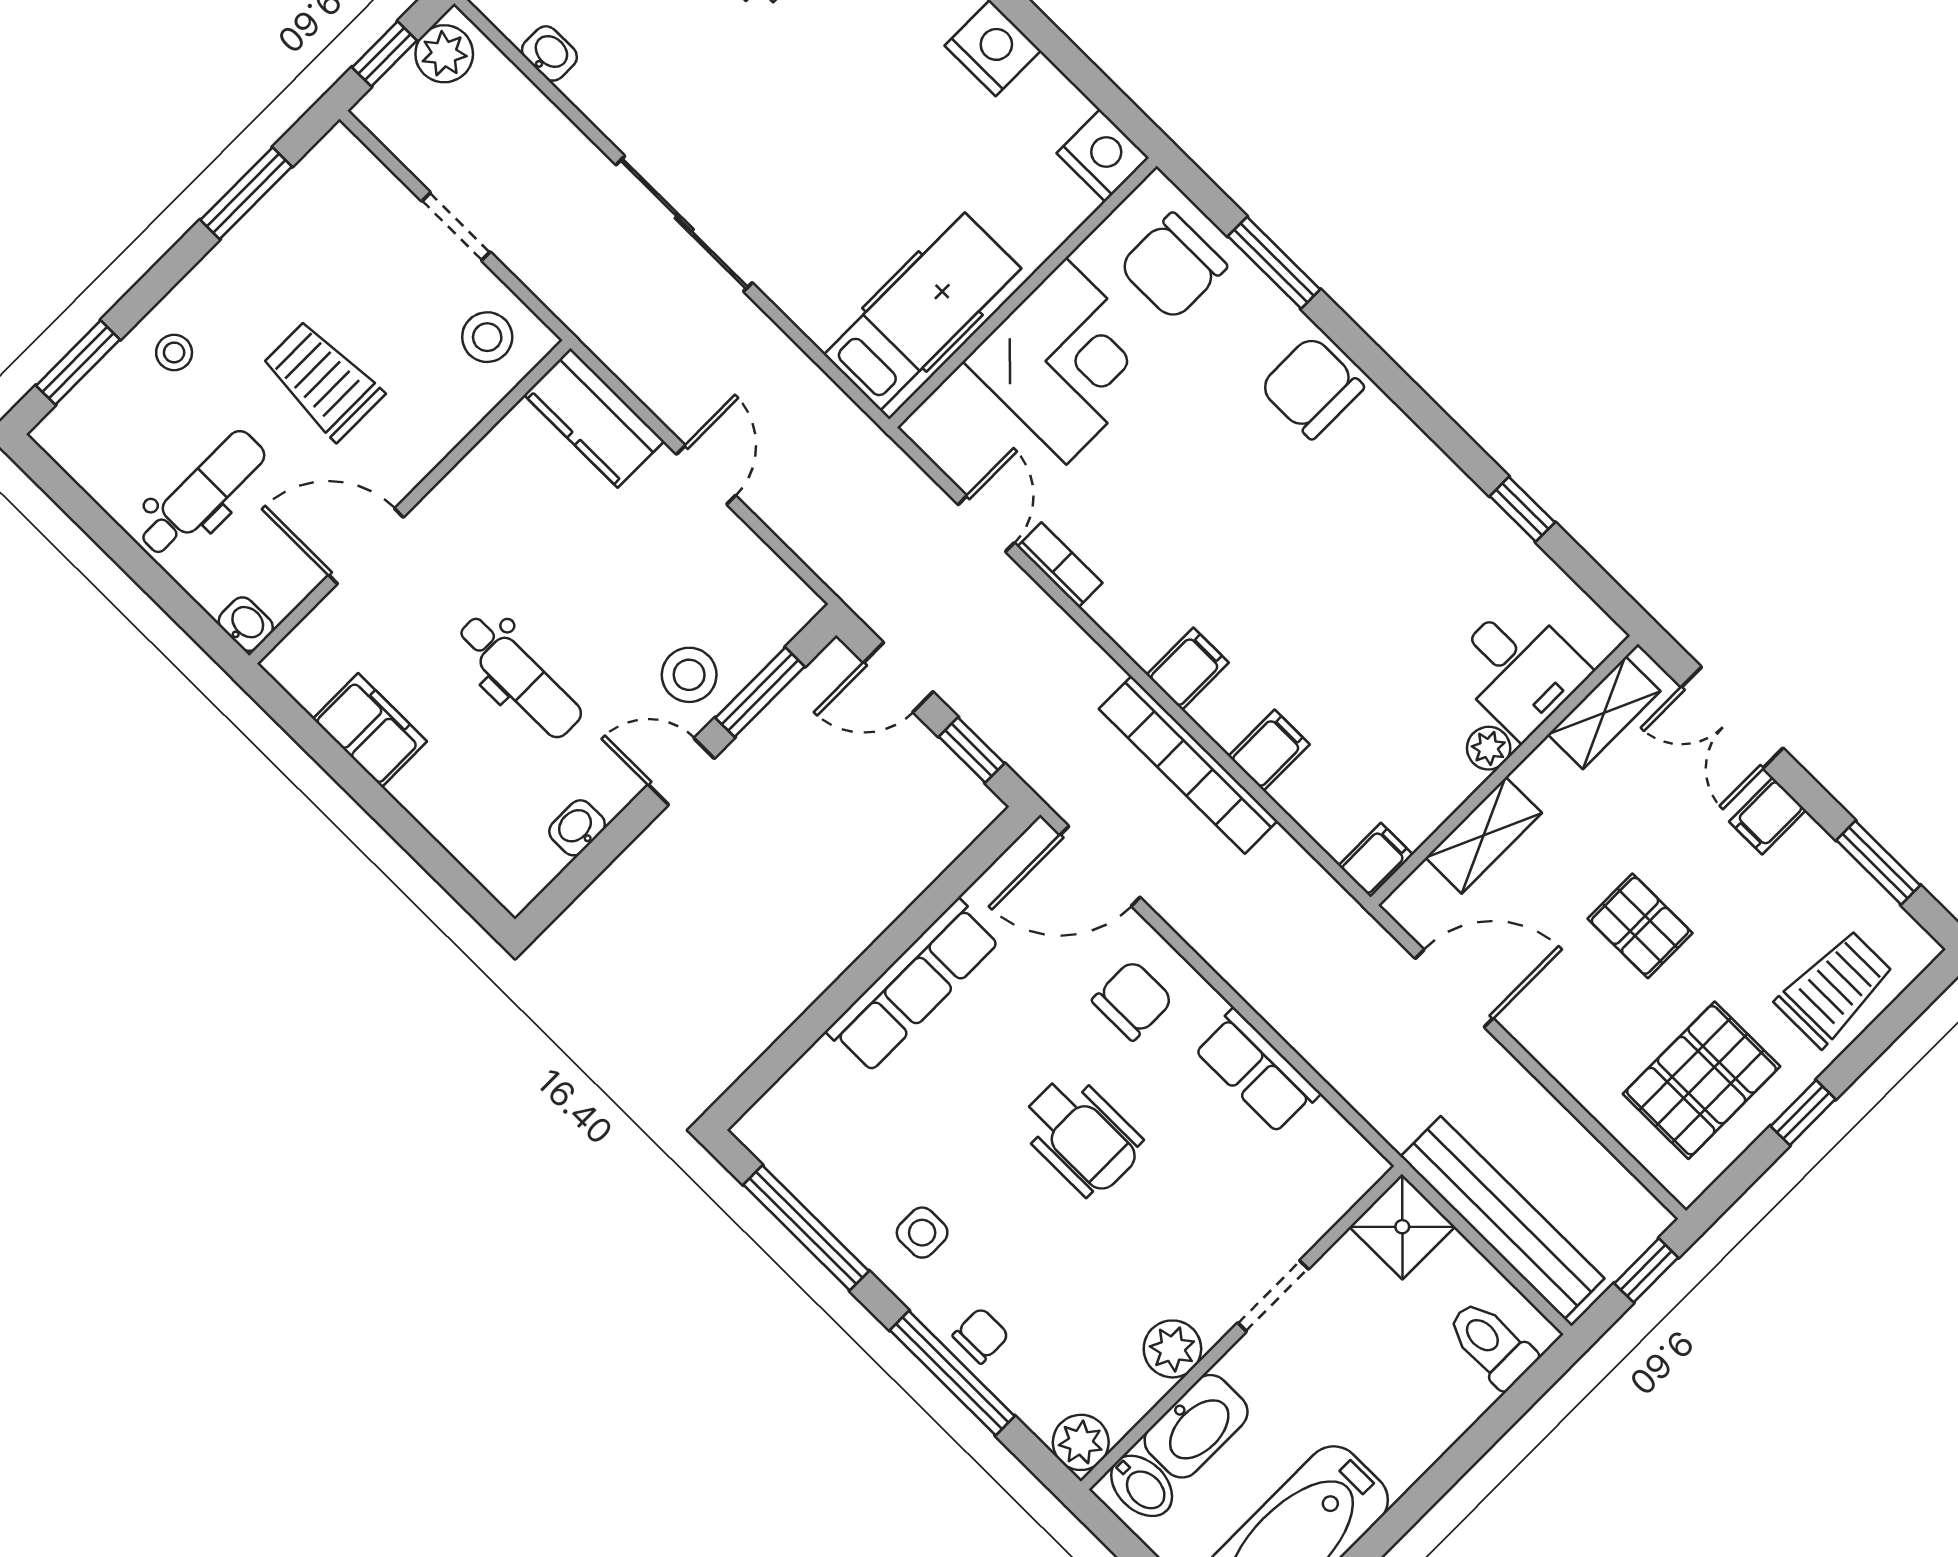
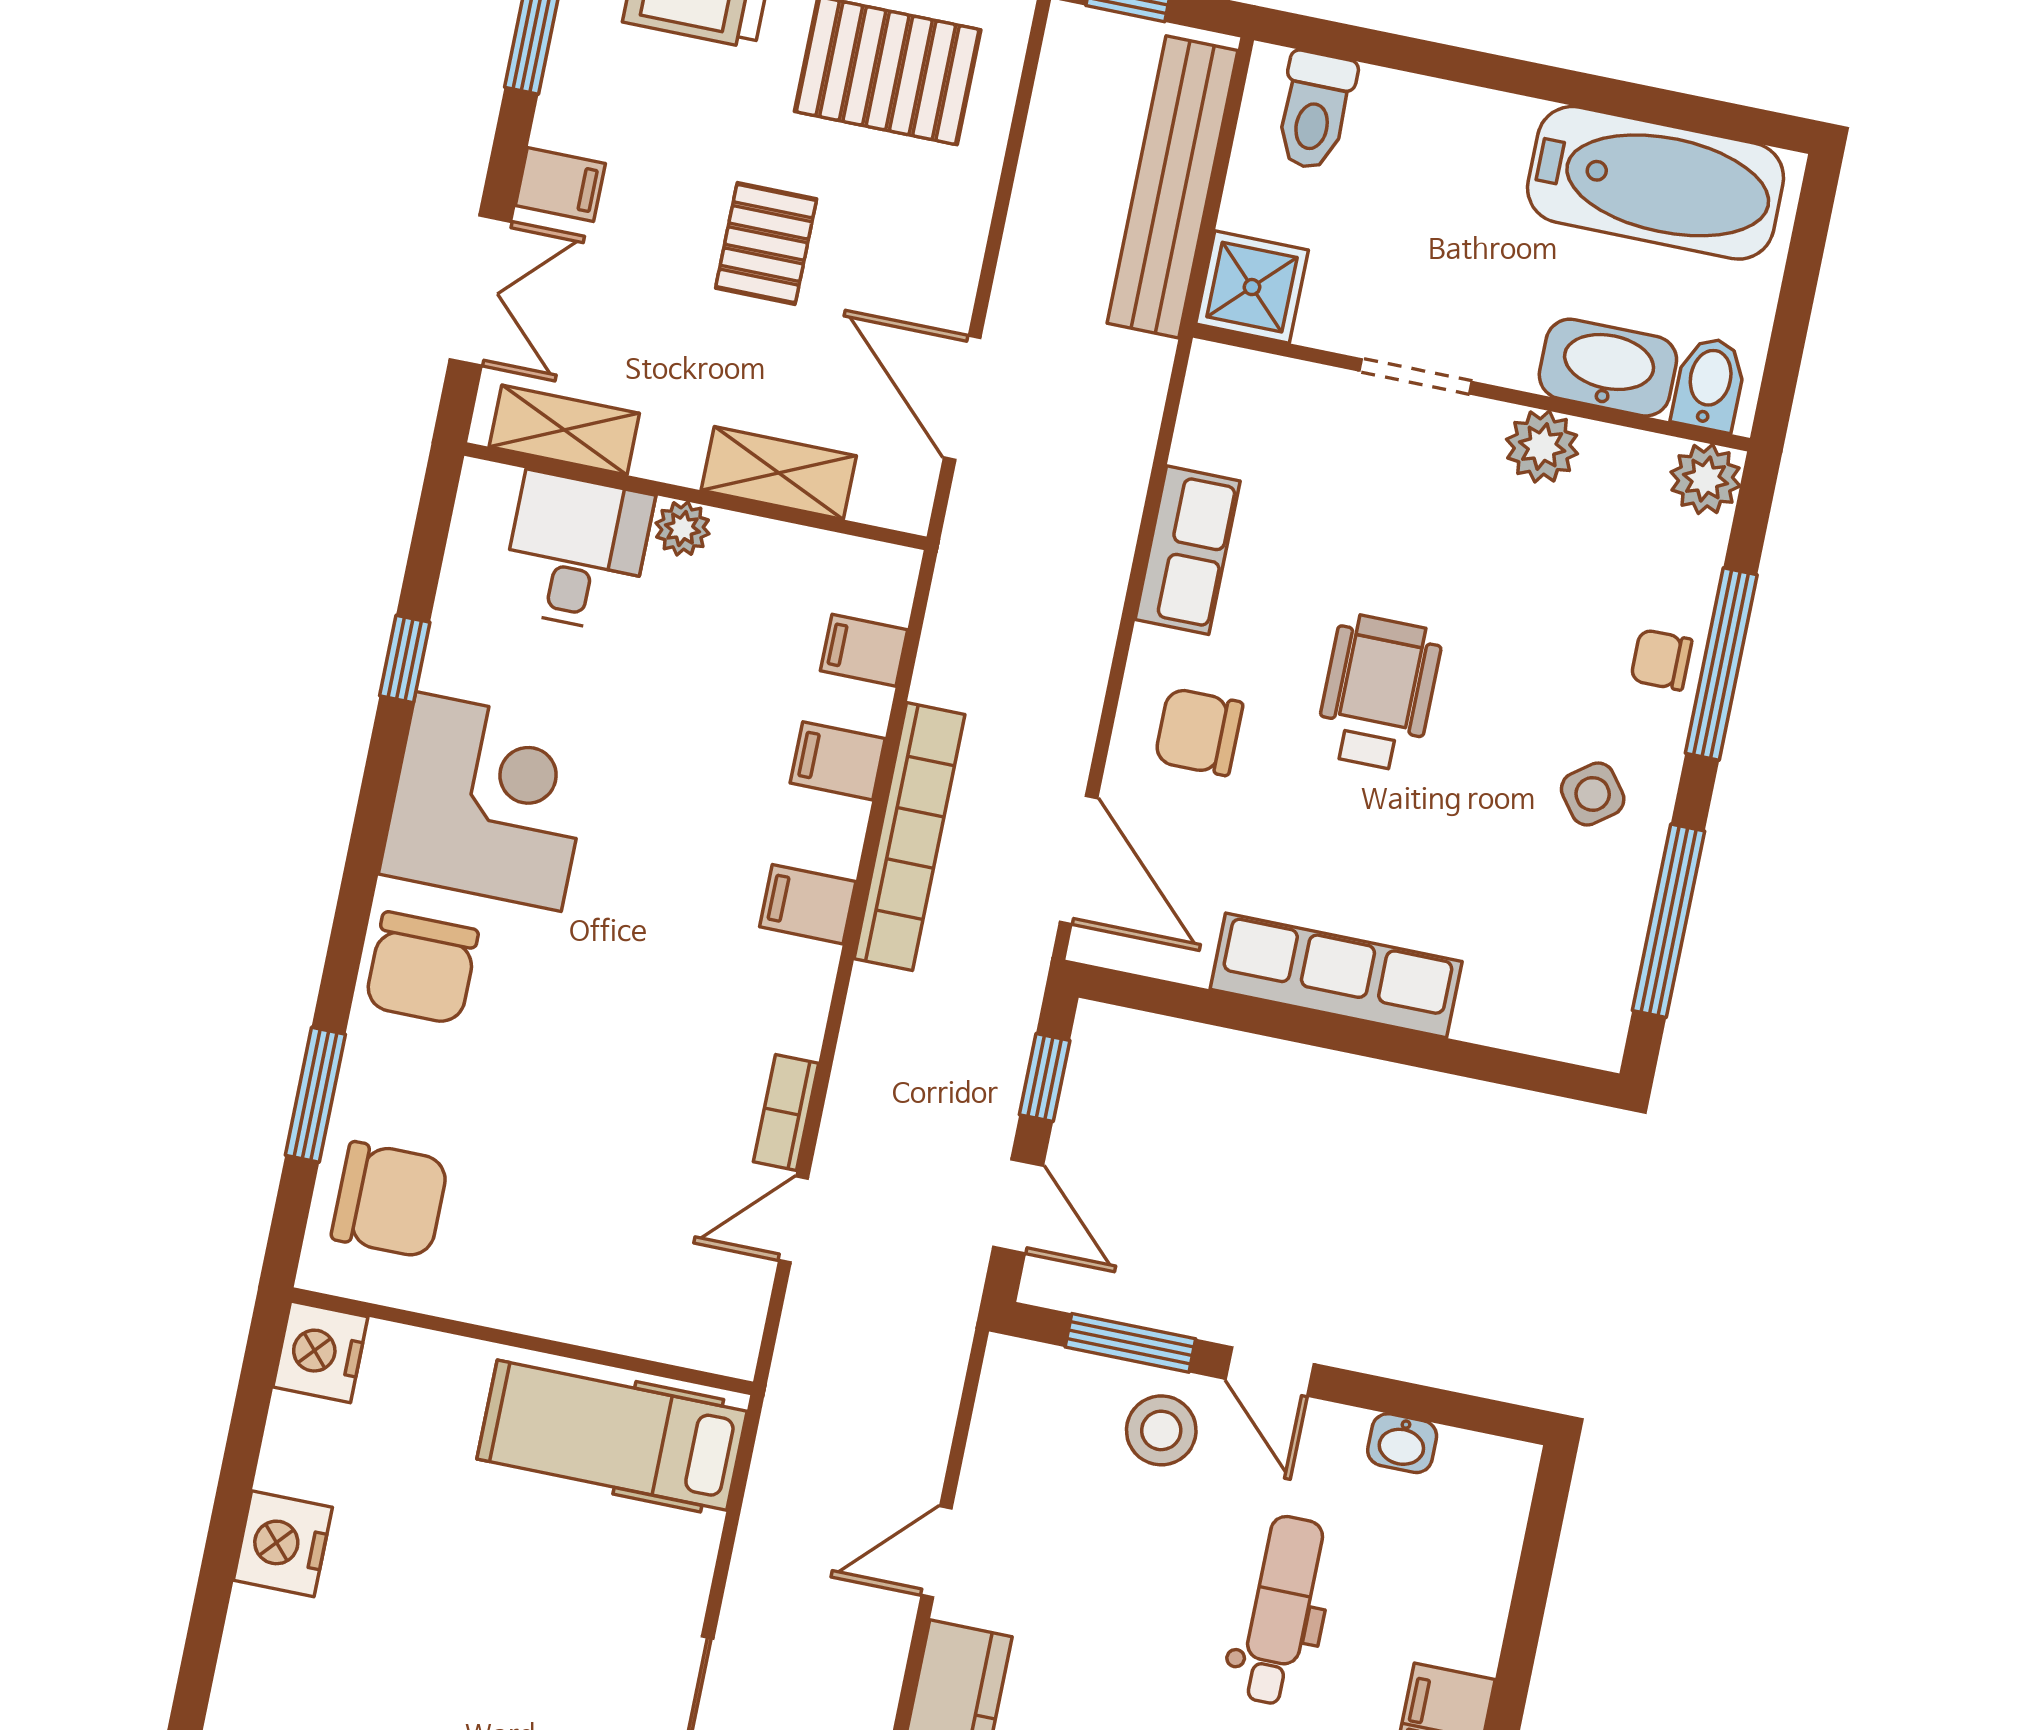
corner desk: (1066, 361) -> (488, 801), moved, turned 90
filing cabinet: (1376, 860) -> (864, 650), moved
side table: (922, 1233) -> (1593, 794), turned -37

